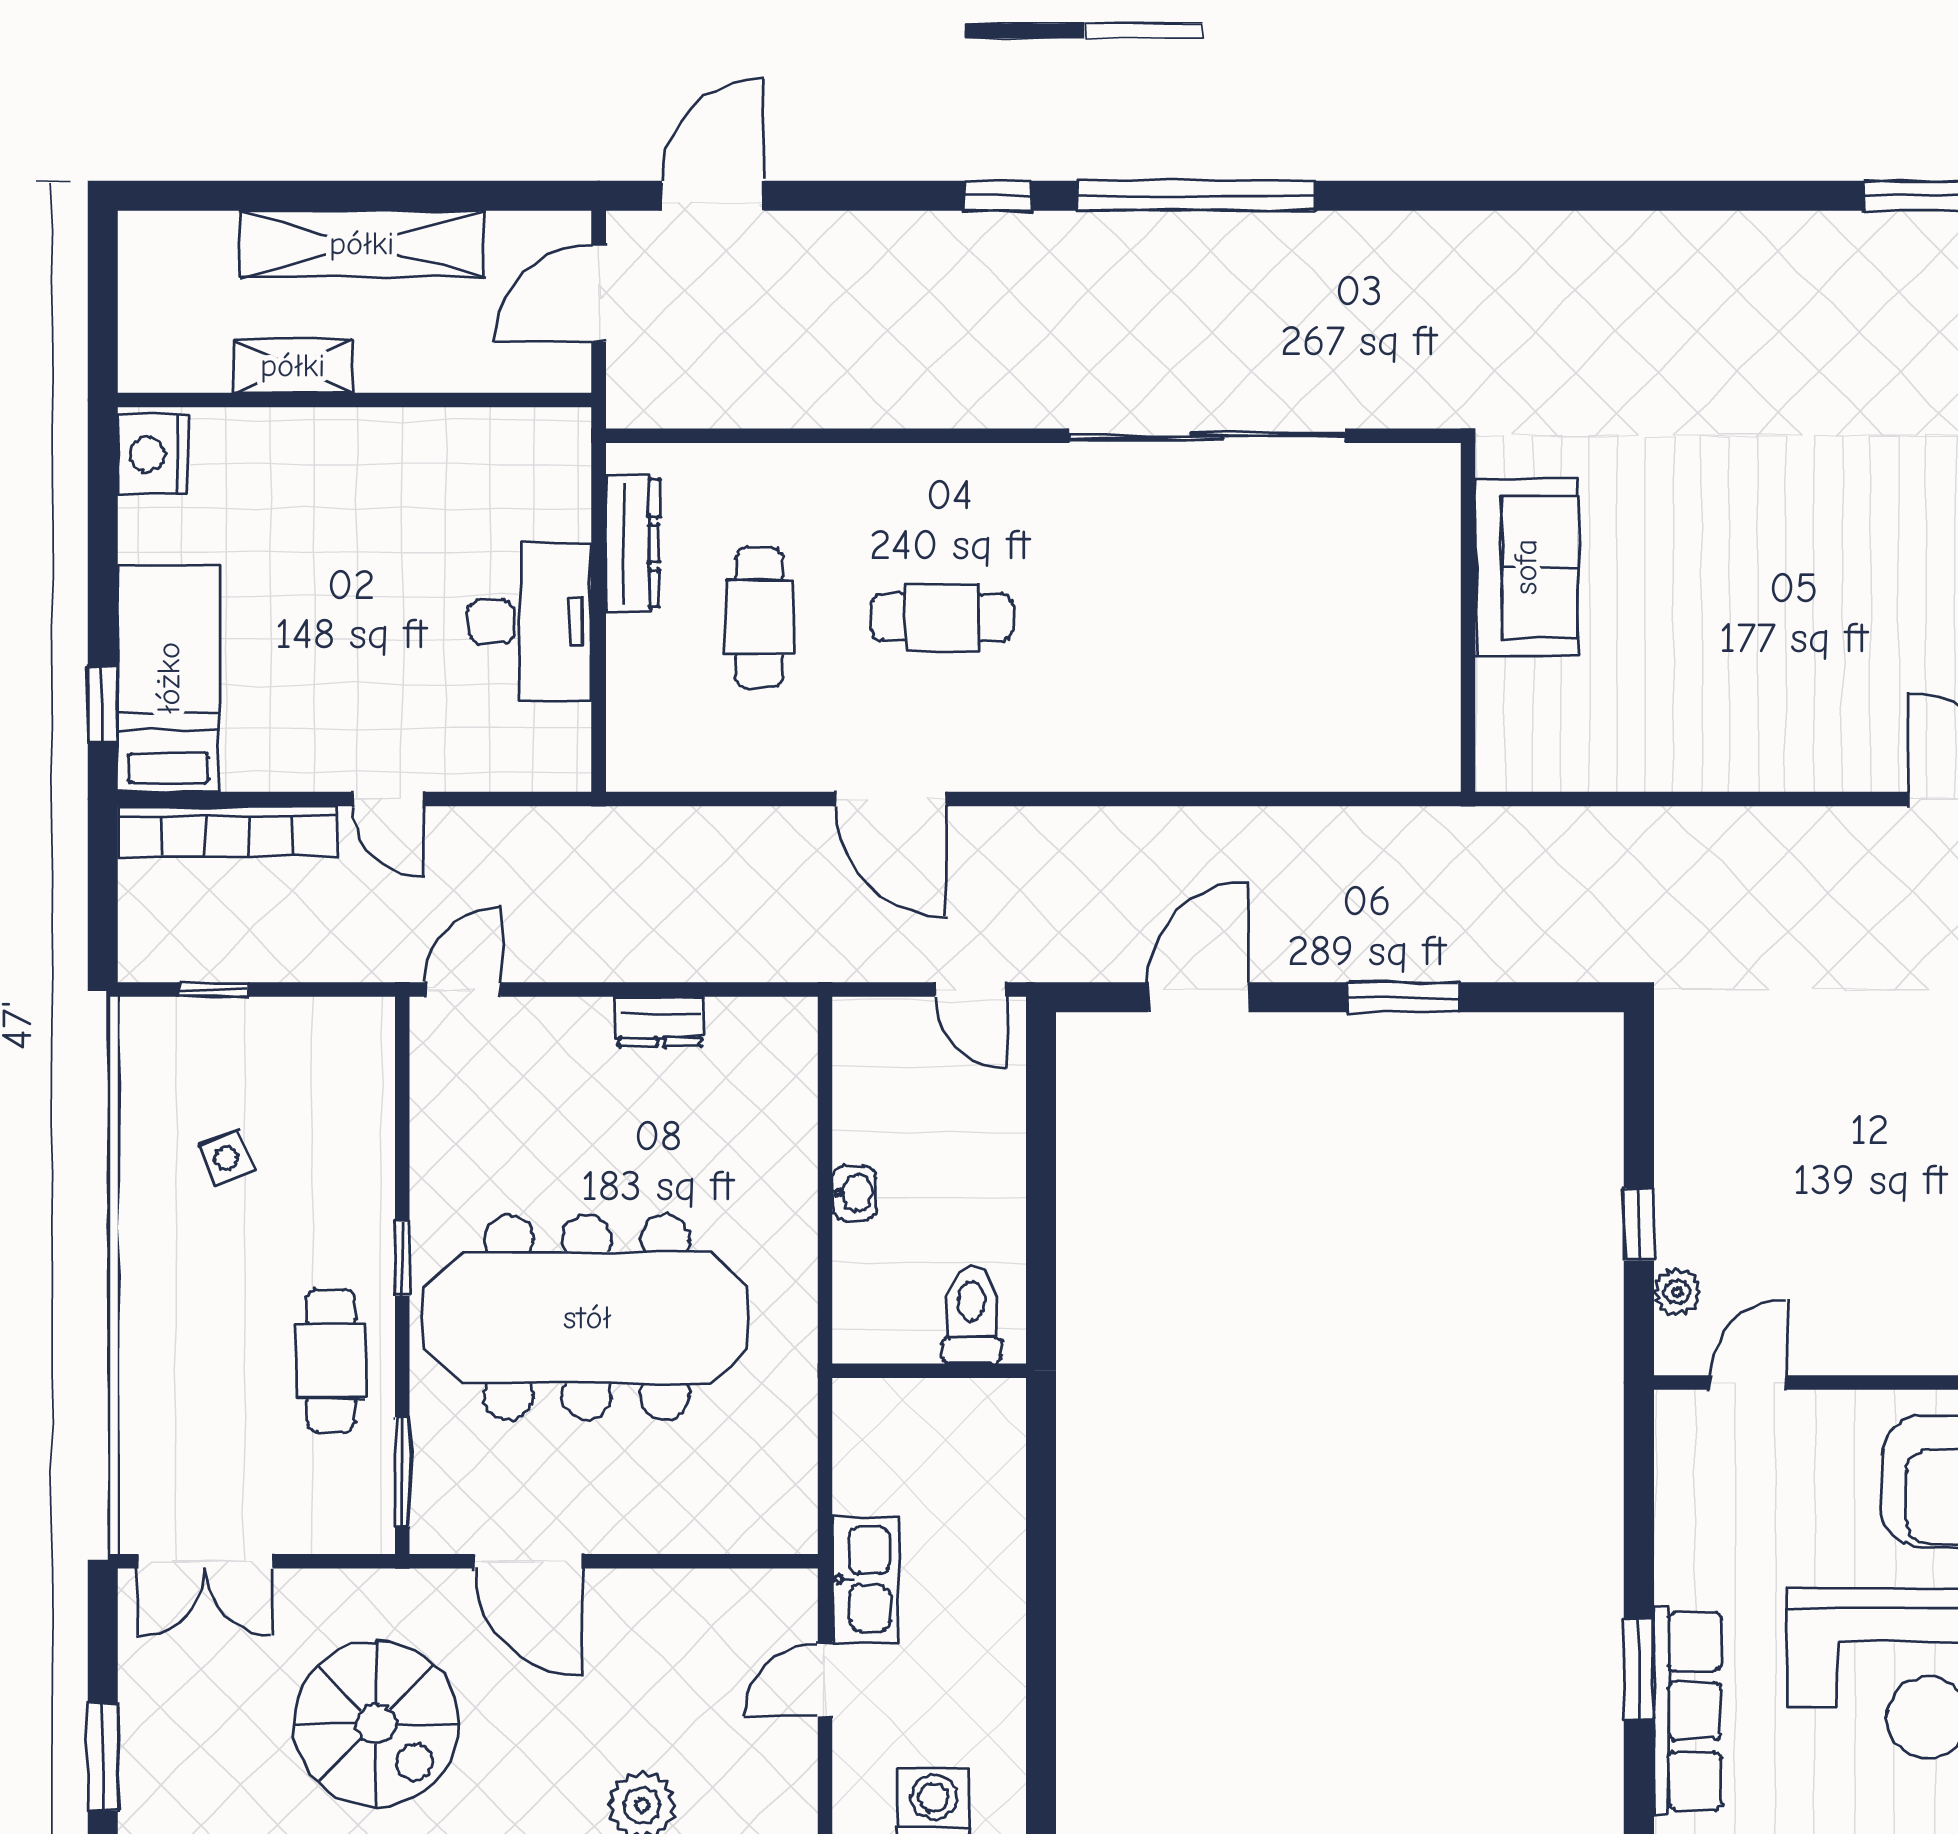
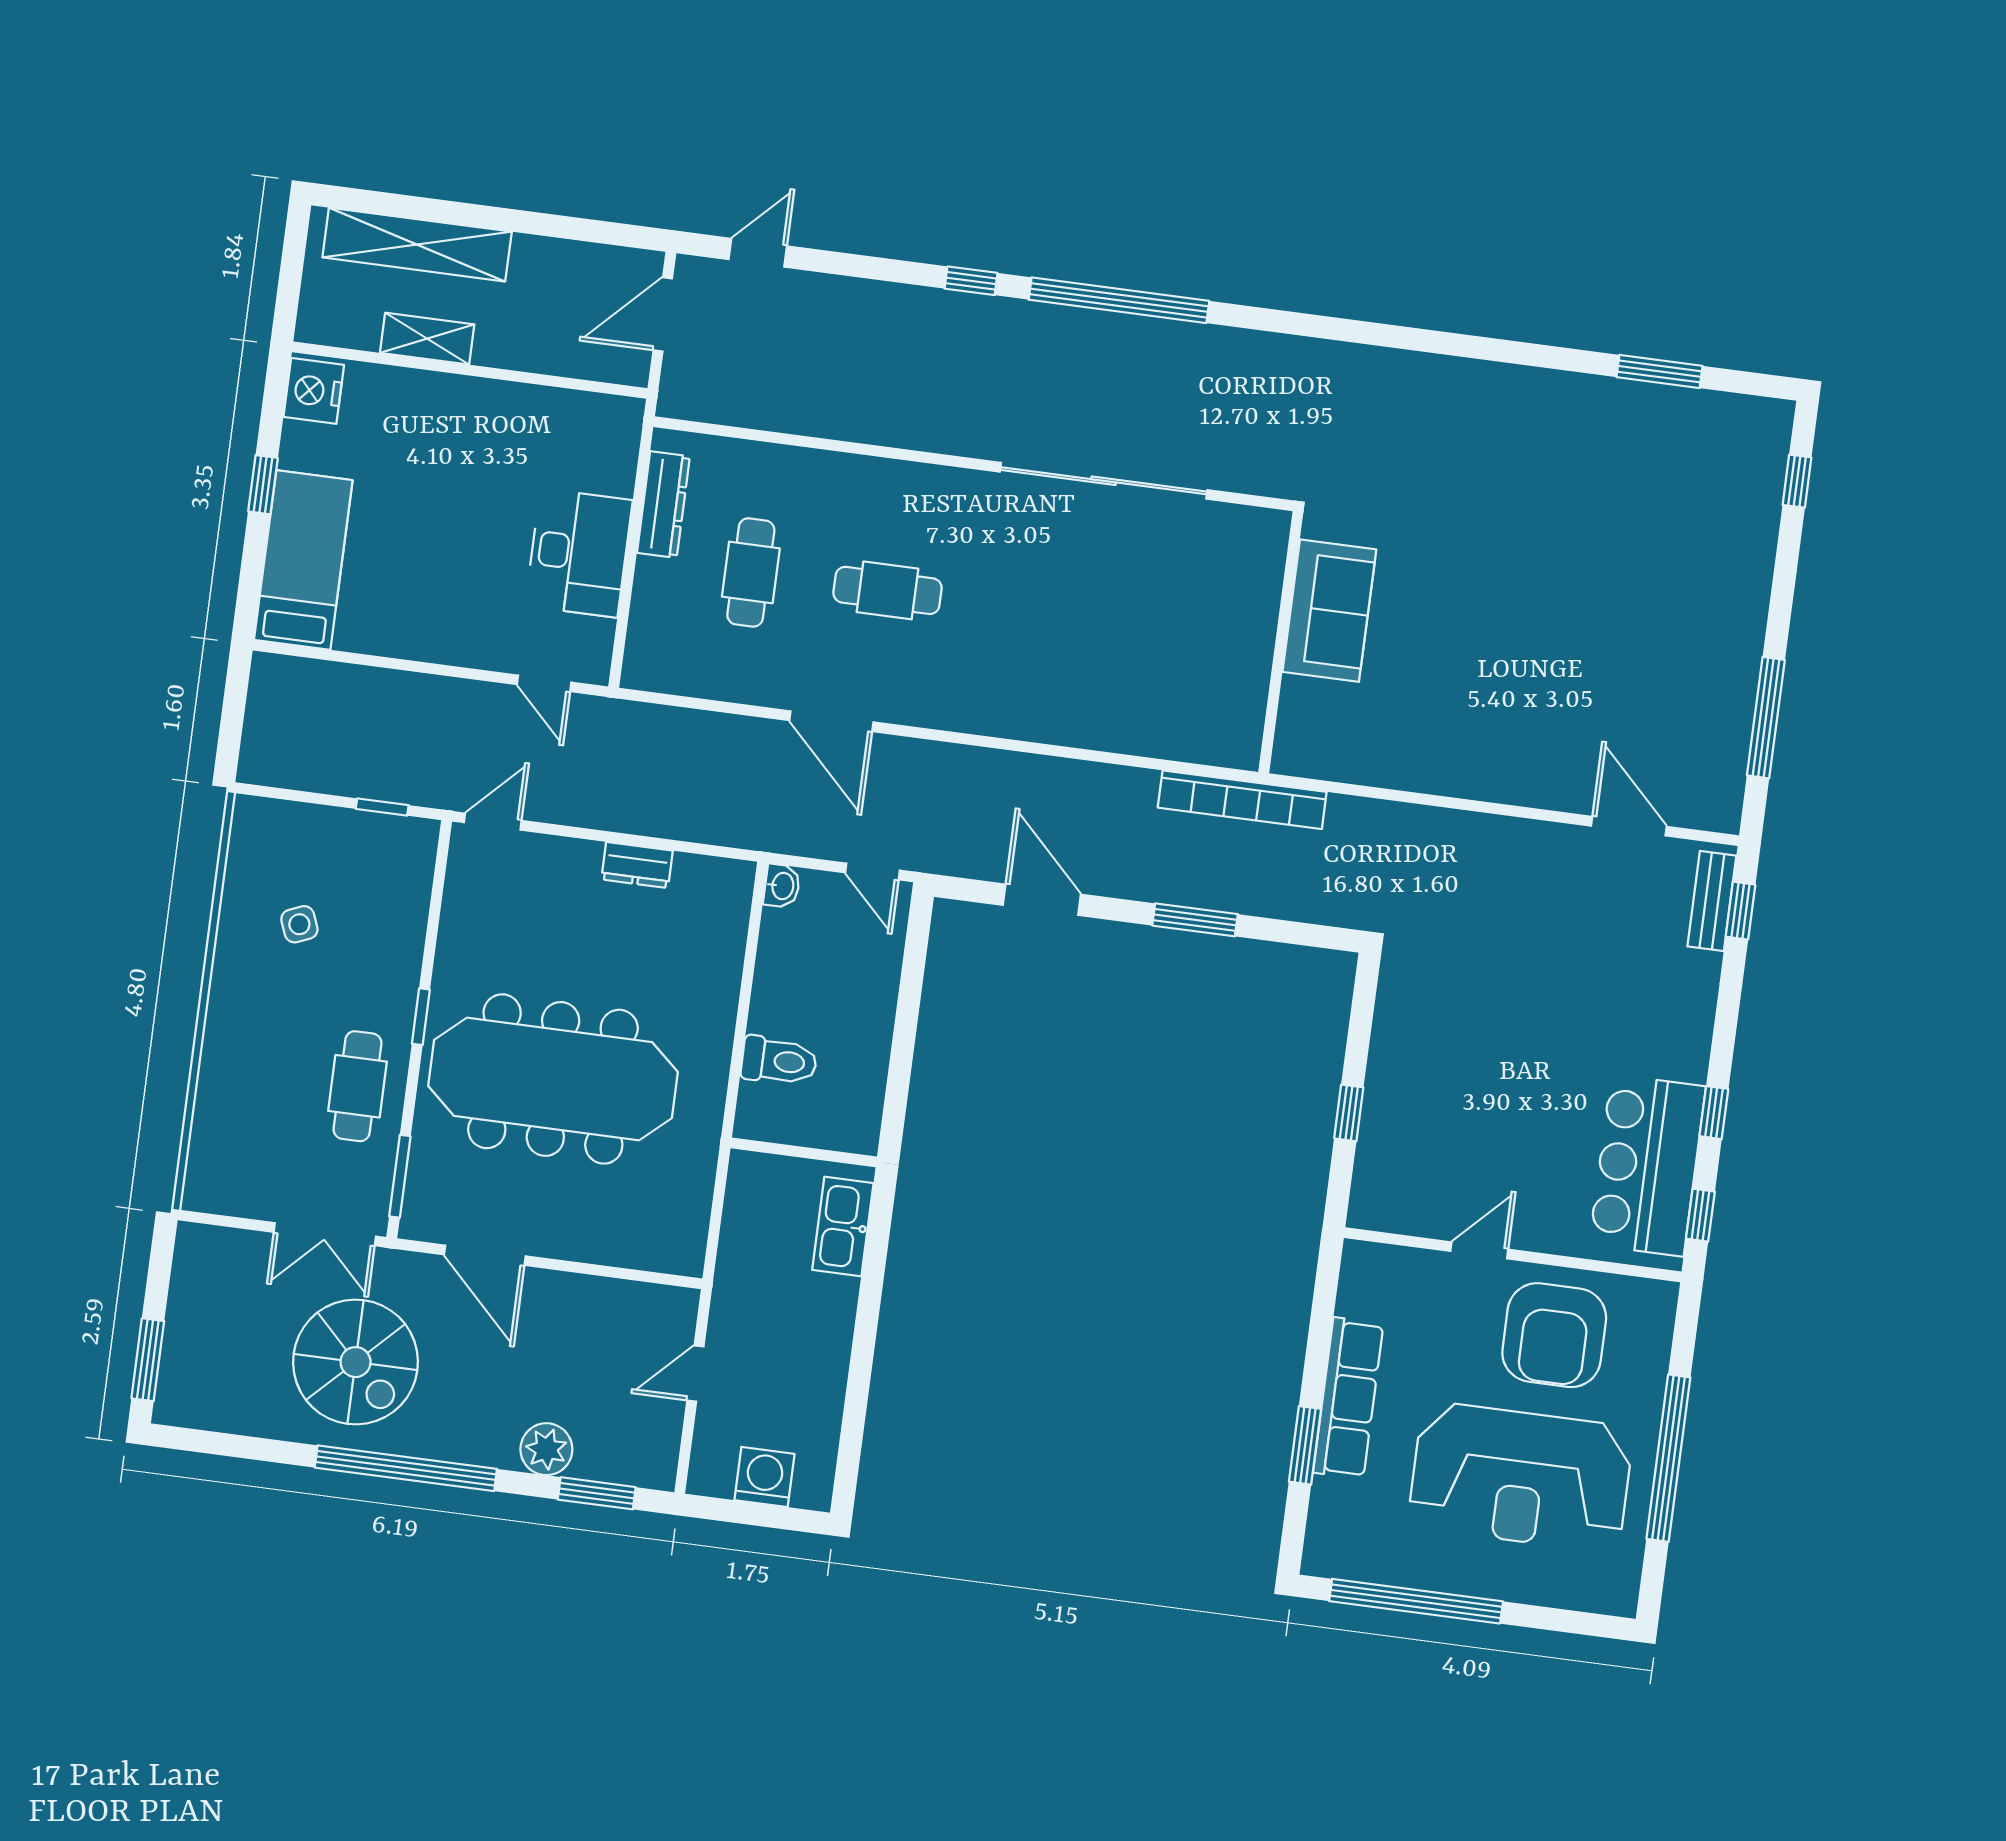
door: (713, 196) -> (758, 253), width x0.73
shelving: (362, 244) -> (417, 245), moved
window: (103, 705) -> (263, 485), moved
door: (388, 799) -> (544, 683), moved
bookcase: (227, 831) -> (1242, 800), moved
window: (214, 990) -> (382, 807), moved
door: (1198, 997) -> (1042, 900), hinge flipped
washbasin: (854, 1193) -> (782, 886), moved
plant: (1677, 1292) -> (1371, 1167), removed
toilet: (972, 1315) -> (779, 1061), moved, turned 90
door: (1748, 1383) -> (1479, 1250), moved
double door: (205, 1561) -> (325, 1234), moved
kitchen sink: (865, 1579) -> (843, 1227), moved, turned 180
row of seats: (1687, 1711) -> (1348, 1398), moved

